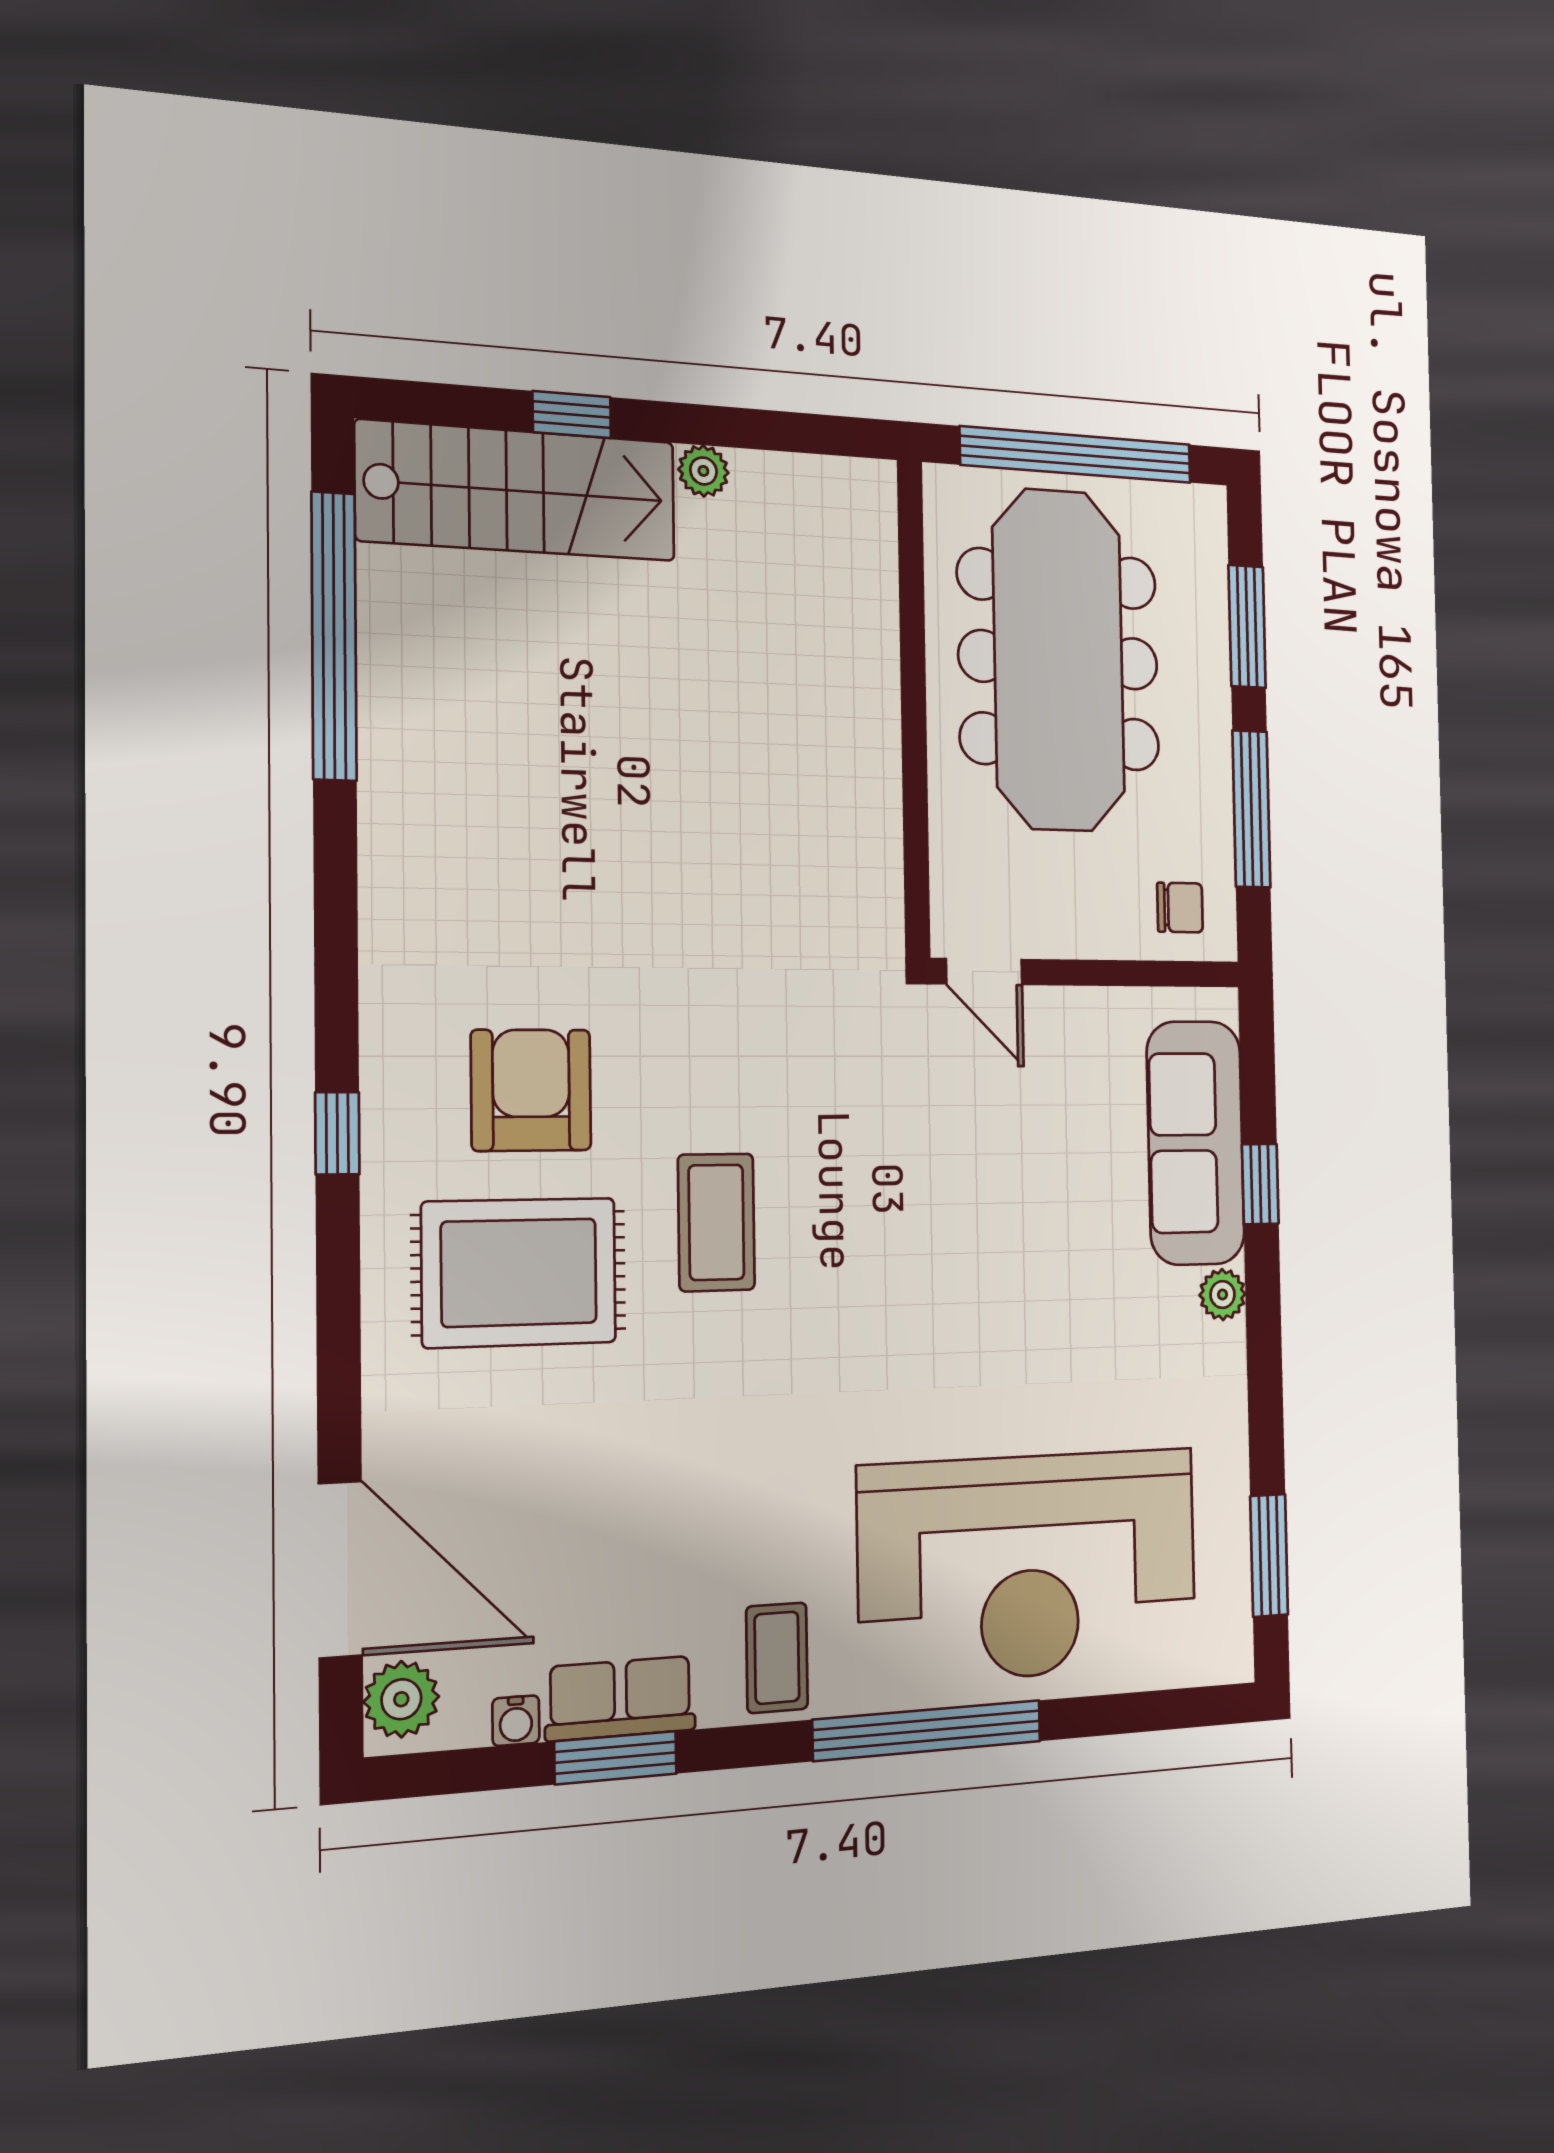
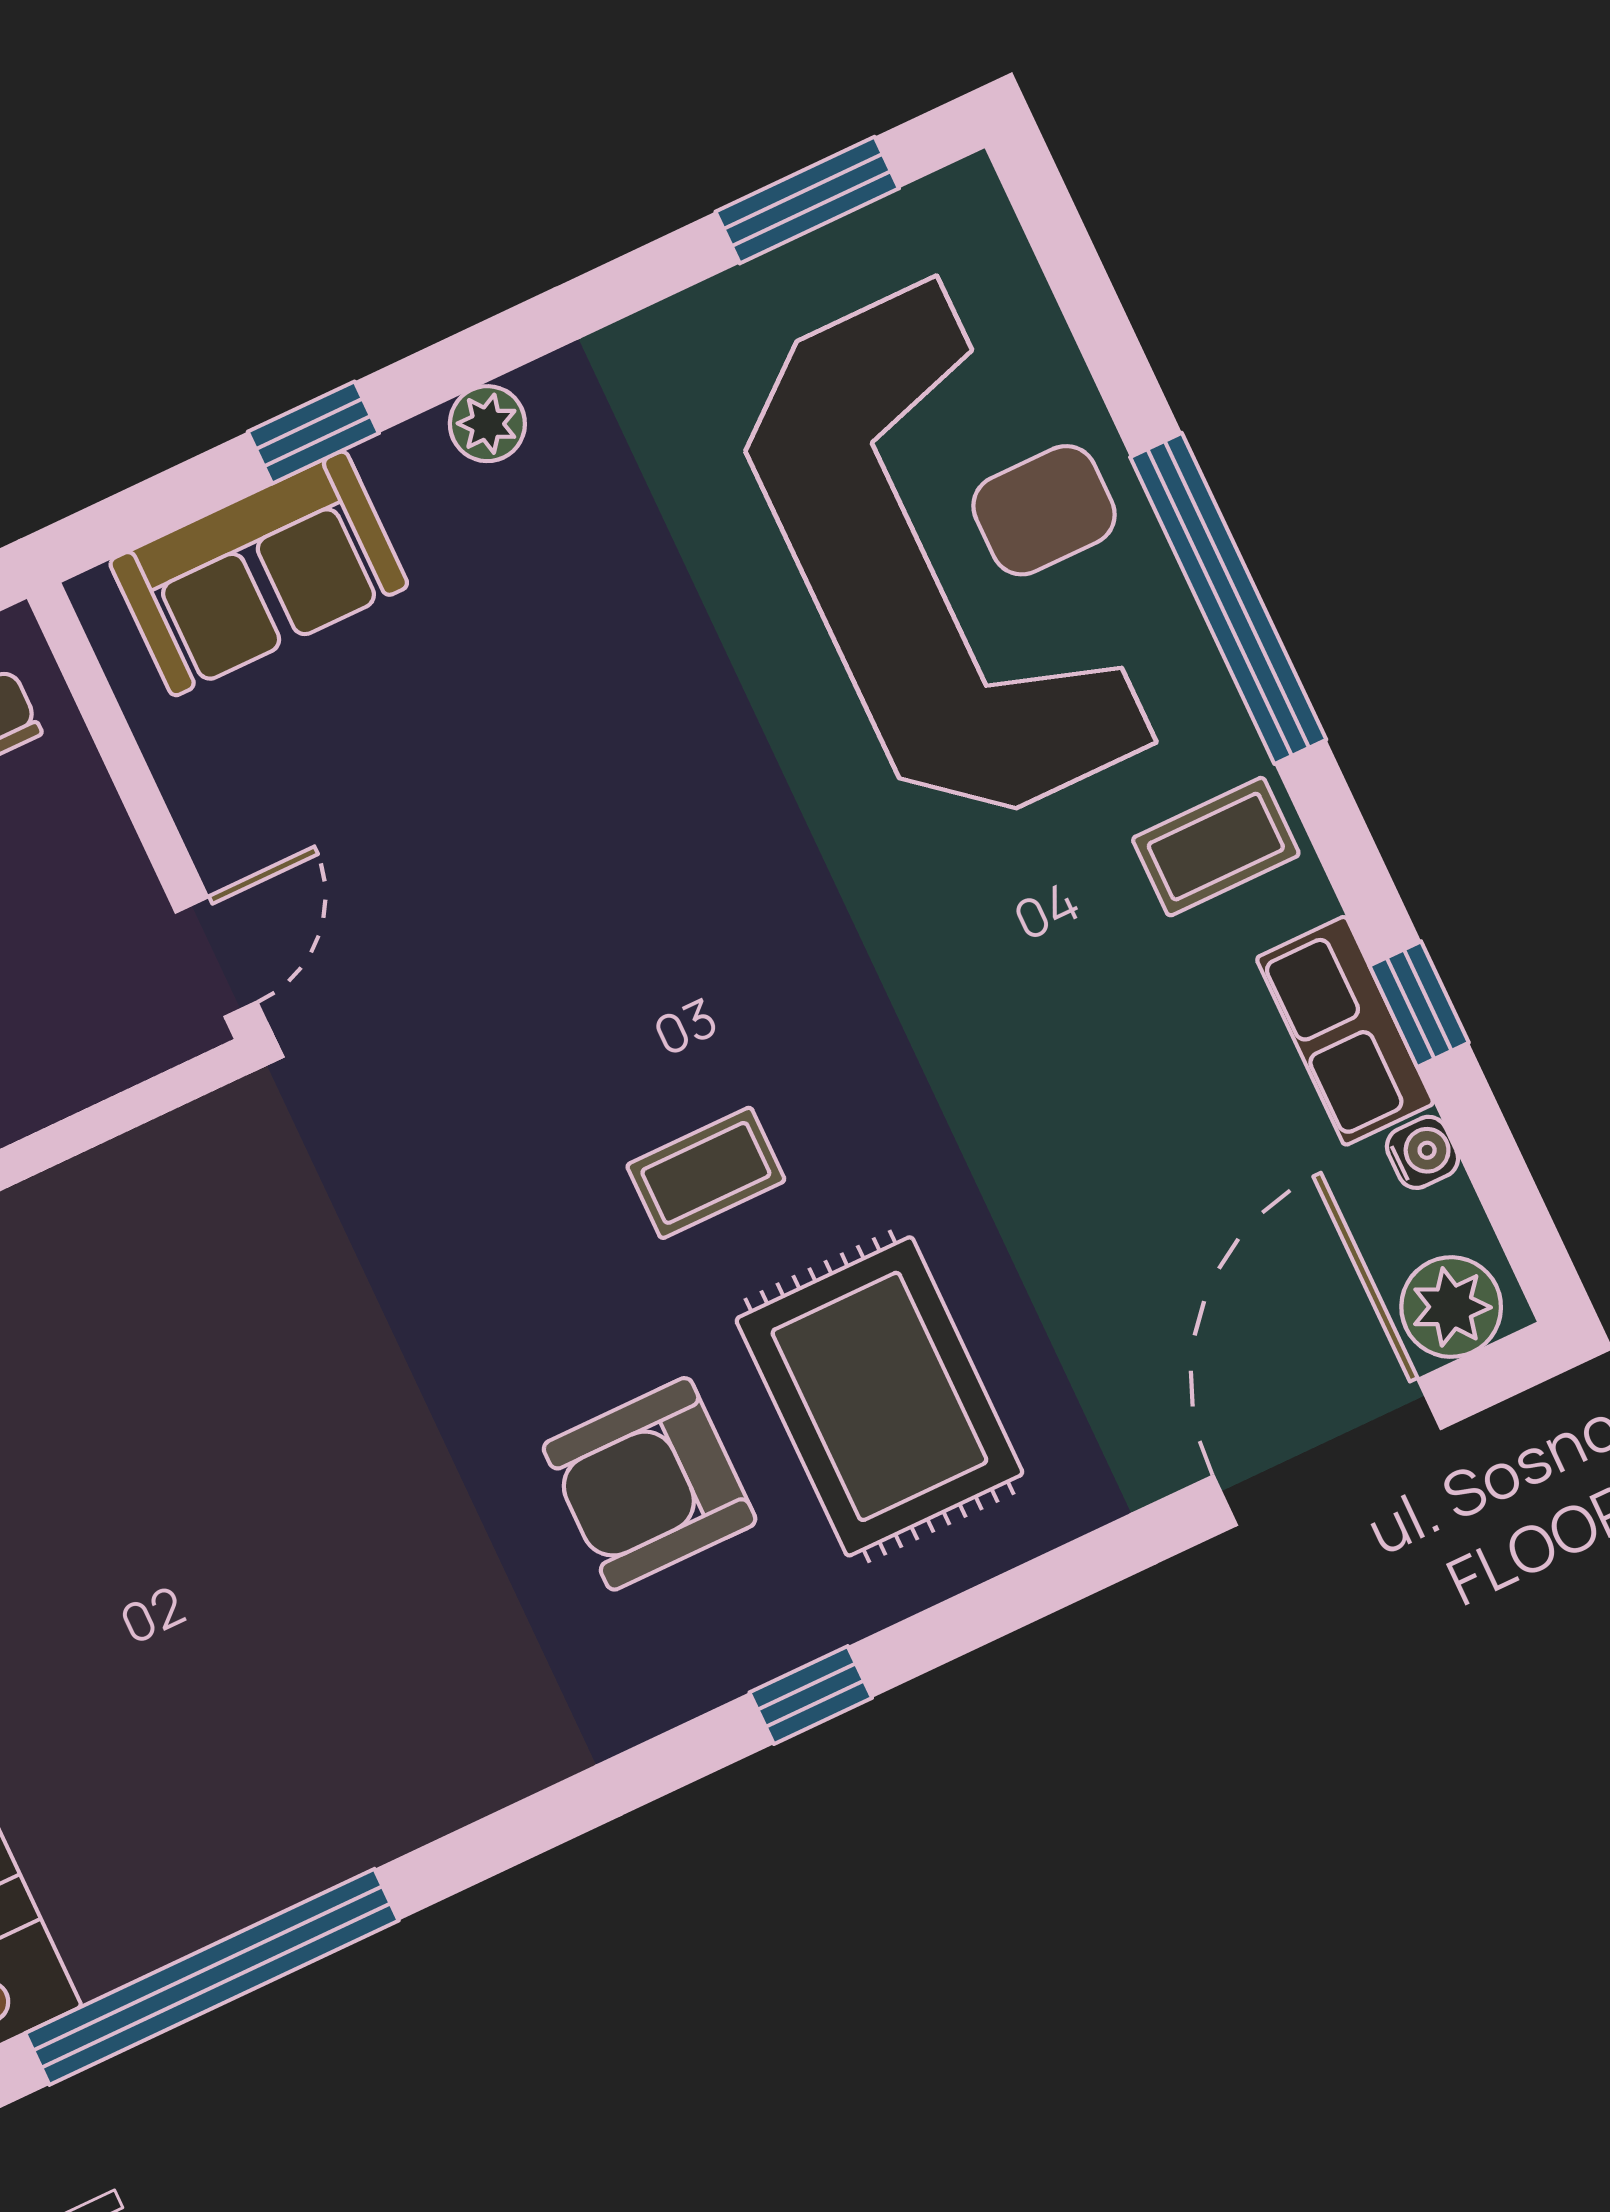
sofa: (1196, 1143) -> (259, 573), width x0.73
coffee table: (716, 1222) -> (706, 1173), width x0.73, depth x0.77
window: (616, 1758) -> (1419, 1004), width x0.67

